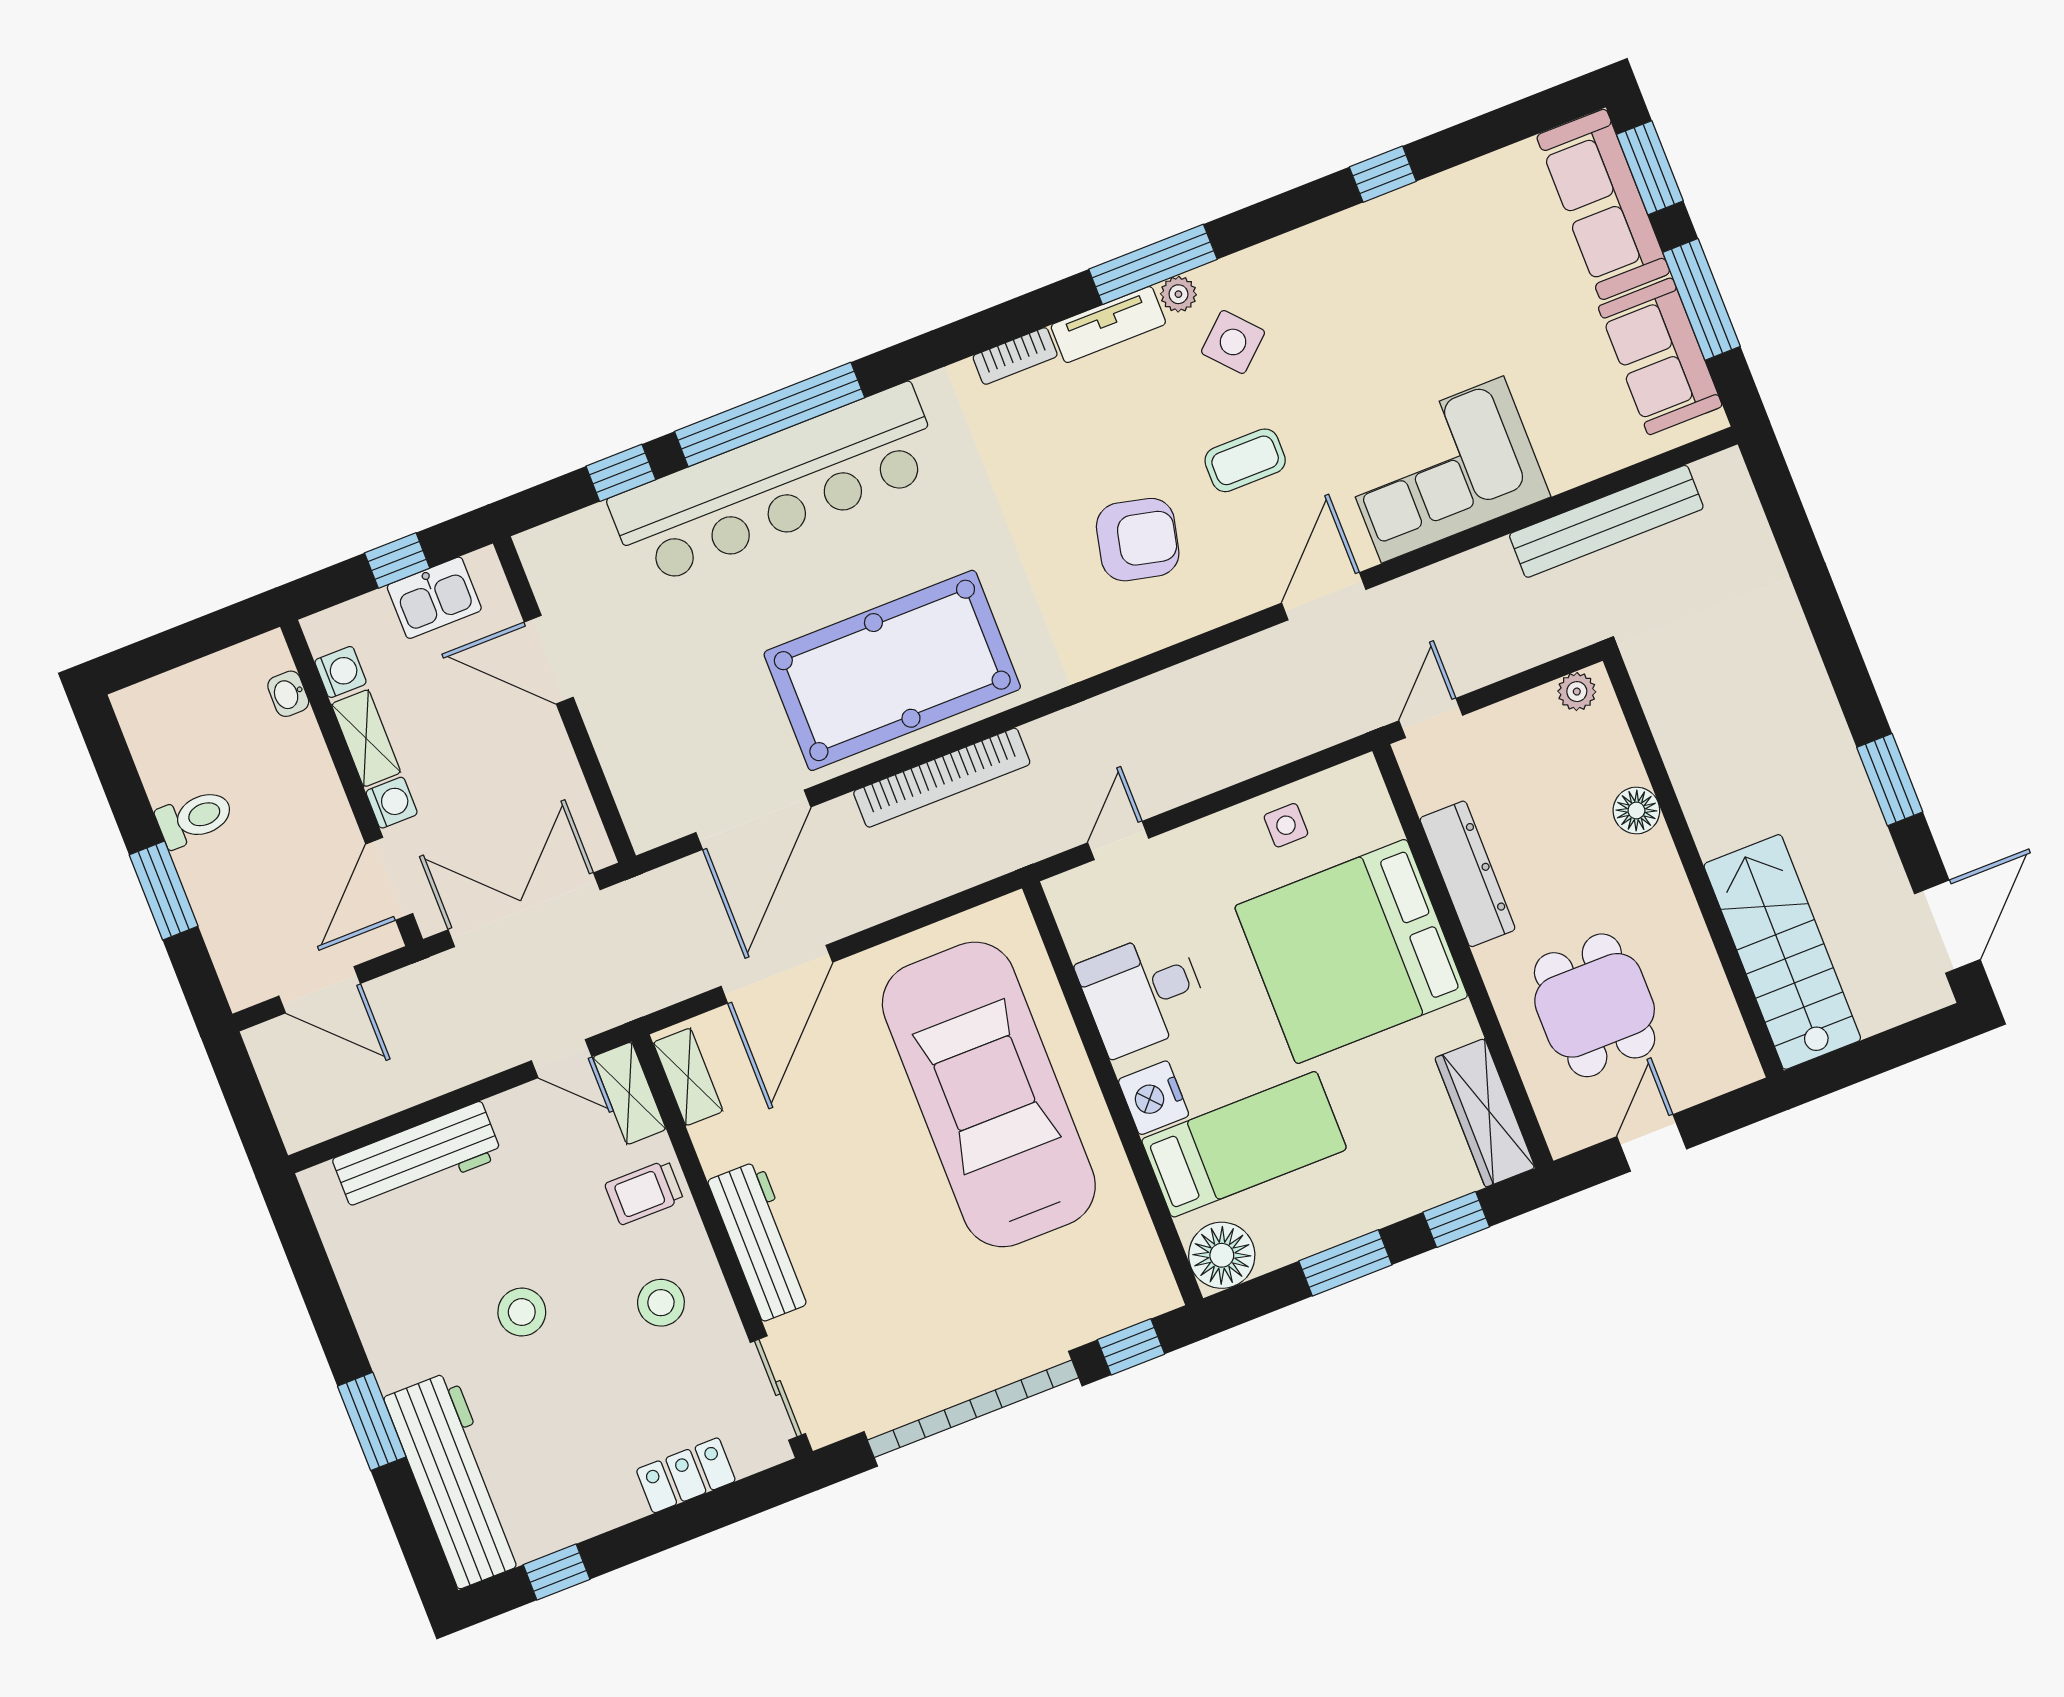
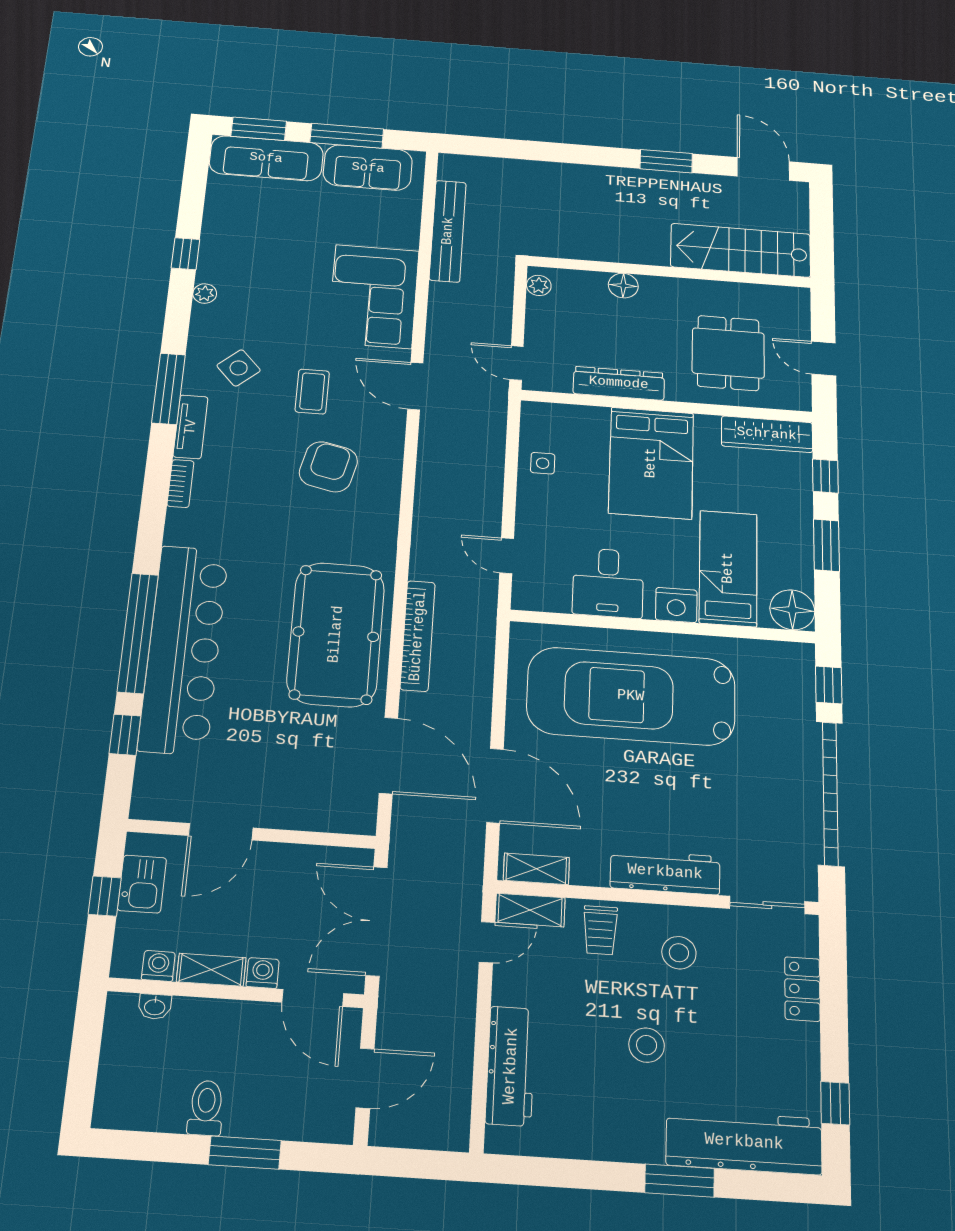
plant: (1178, 294) -> (205, 294), moved
bed: (1351, 951) -> (651, 463), width x0.73
dining table: (1595, 1005) -> (728, 353), turned 90

